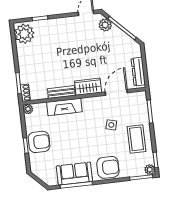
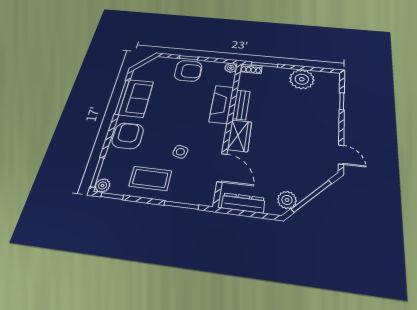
plant: (105, 25) -> (287, 200), moved
plant: (24, 34) -> (302, 79), moved
armchair: (39, 142) -> (188, 71), turned -90
armchair: (108, 167) -> (128, 136), turned 180

